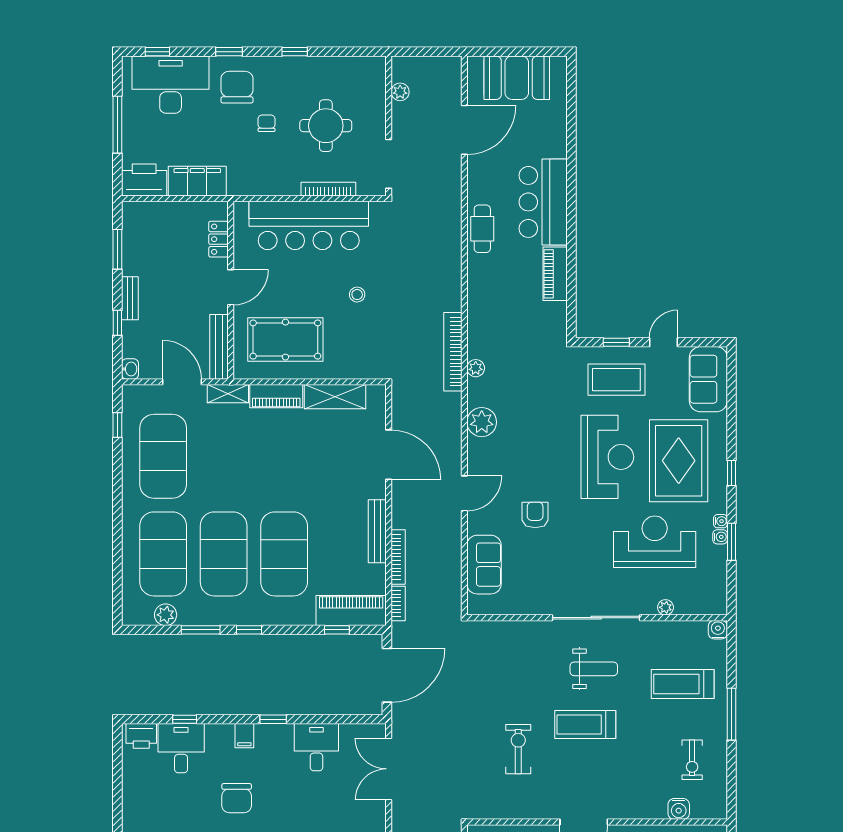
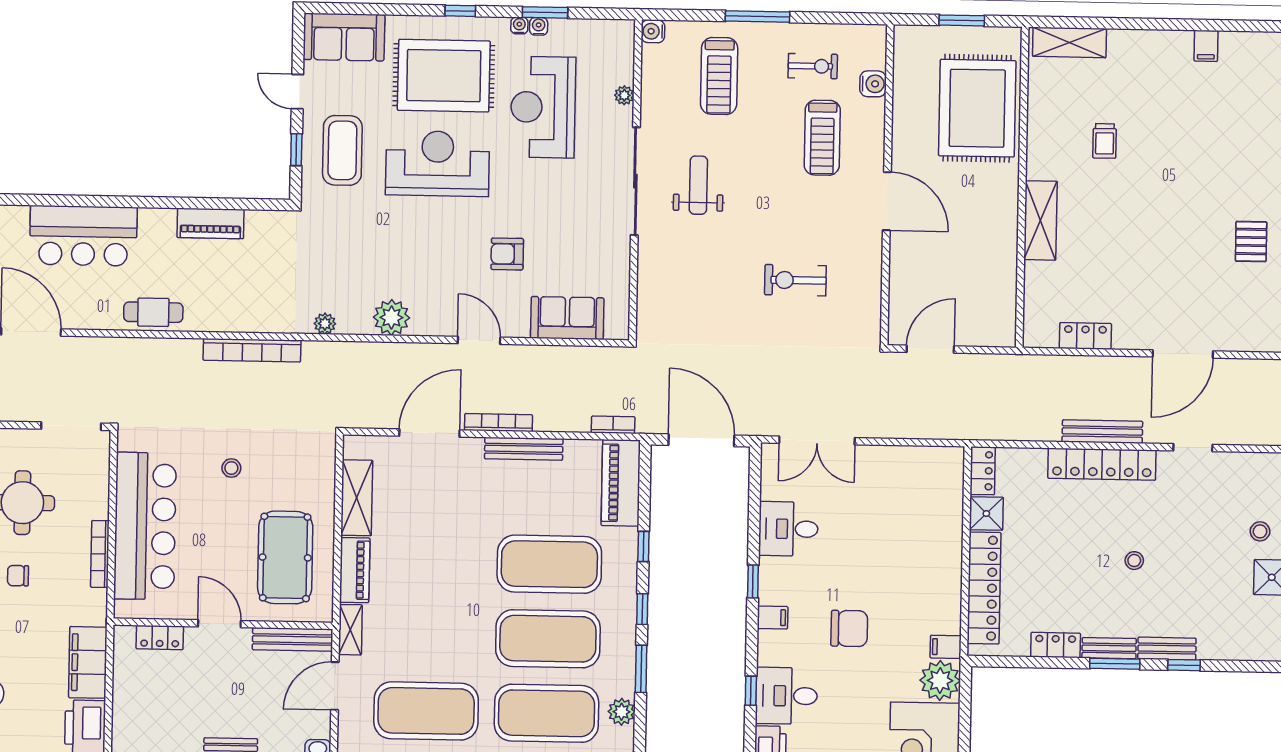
bookcase: (328, 189) -> (100, 554), moved
bar counter: (543, 202) -> (83, 236), moved
bookcase: (453, 352) -> (252, 350), moved
bookcase: (398, 557) -> (499, 423), moved
window: (337, 630) -> (643, 546), moved
treadmill: (585, 725) -> (822, 138), moved

